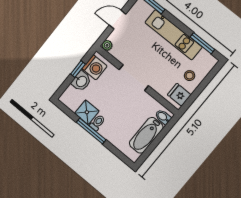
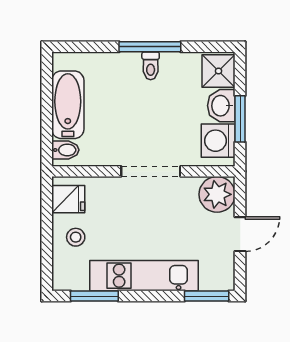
plant: (107, 45) -> (217, 194), width x1.87, depth x1.87
window: (78, 69) -> (240, 119), width x1.50
shower: (87, 112) -> (219, 71), moved

